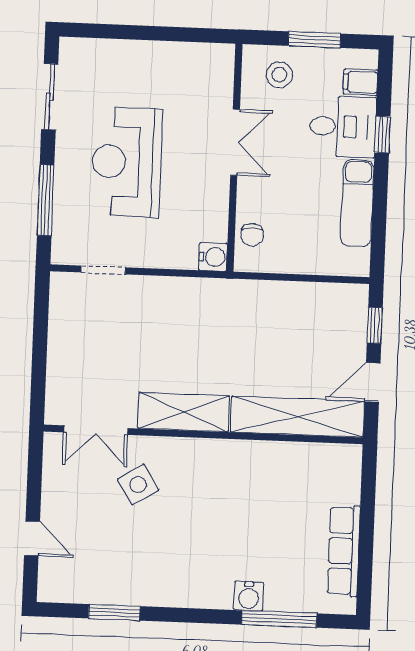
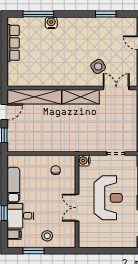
double door: (235, 142) -> (77, 208), moved
wall: (234, 158) -> (77, 201), moved
water cooler: (213, 257) -> (84, 161), moved

